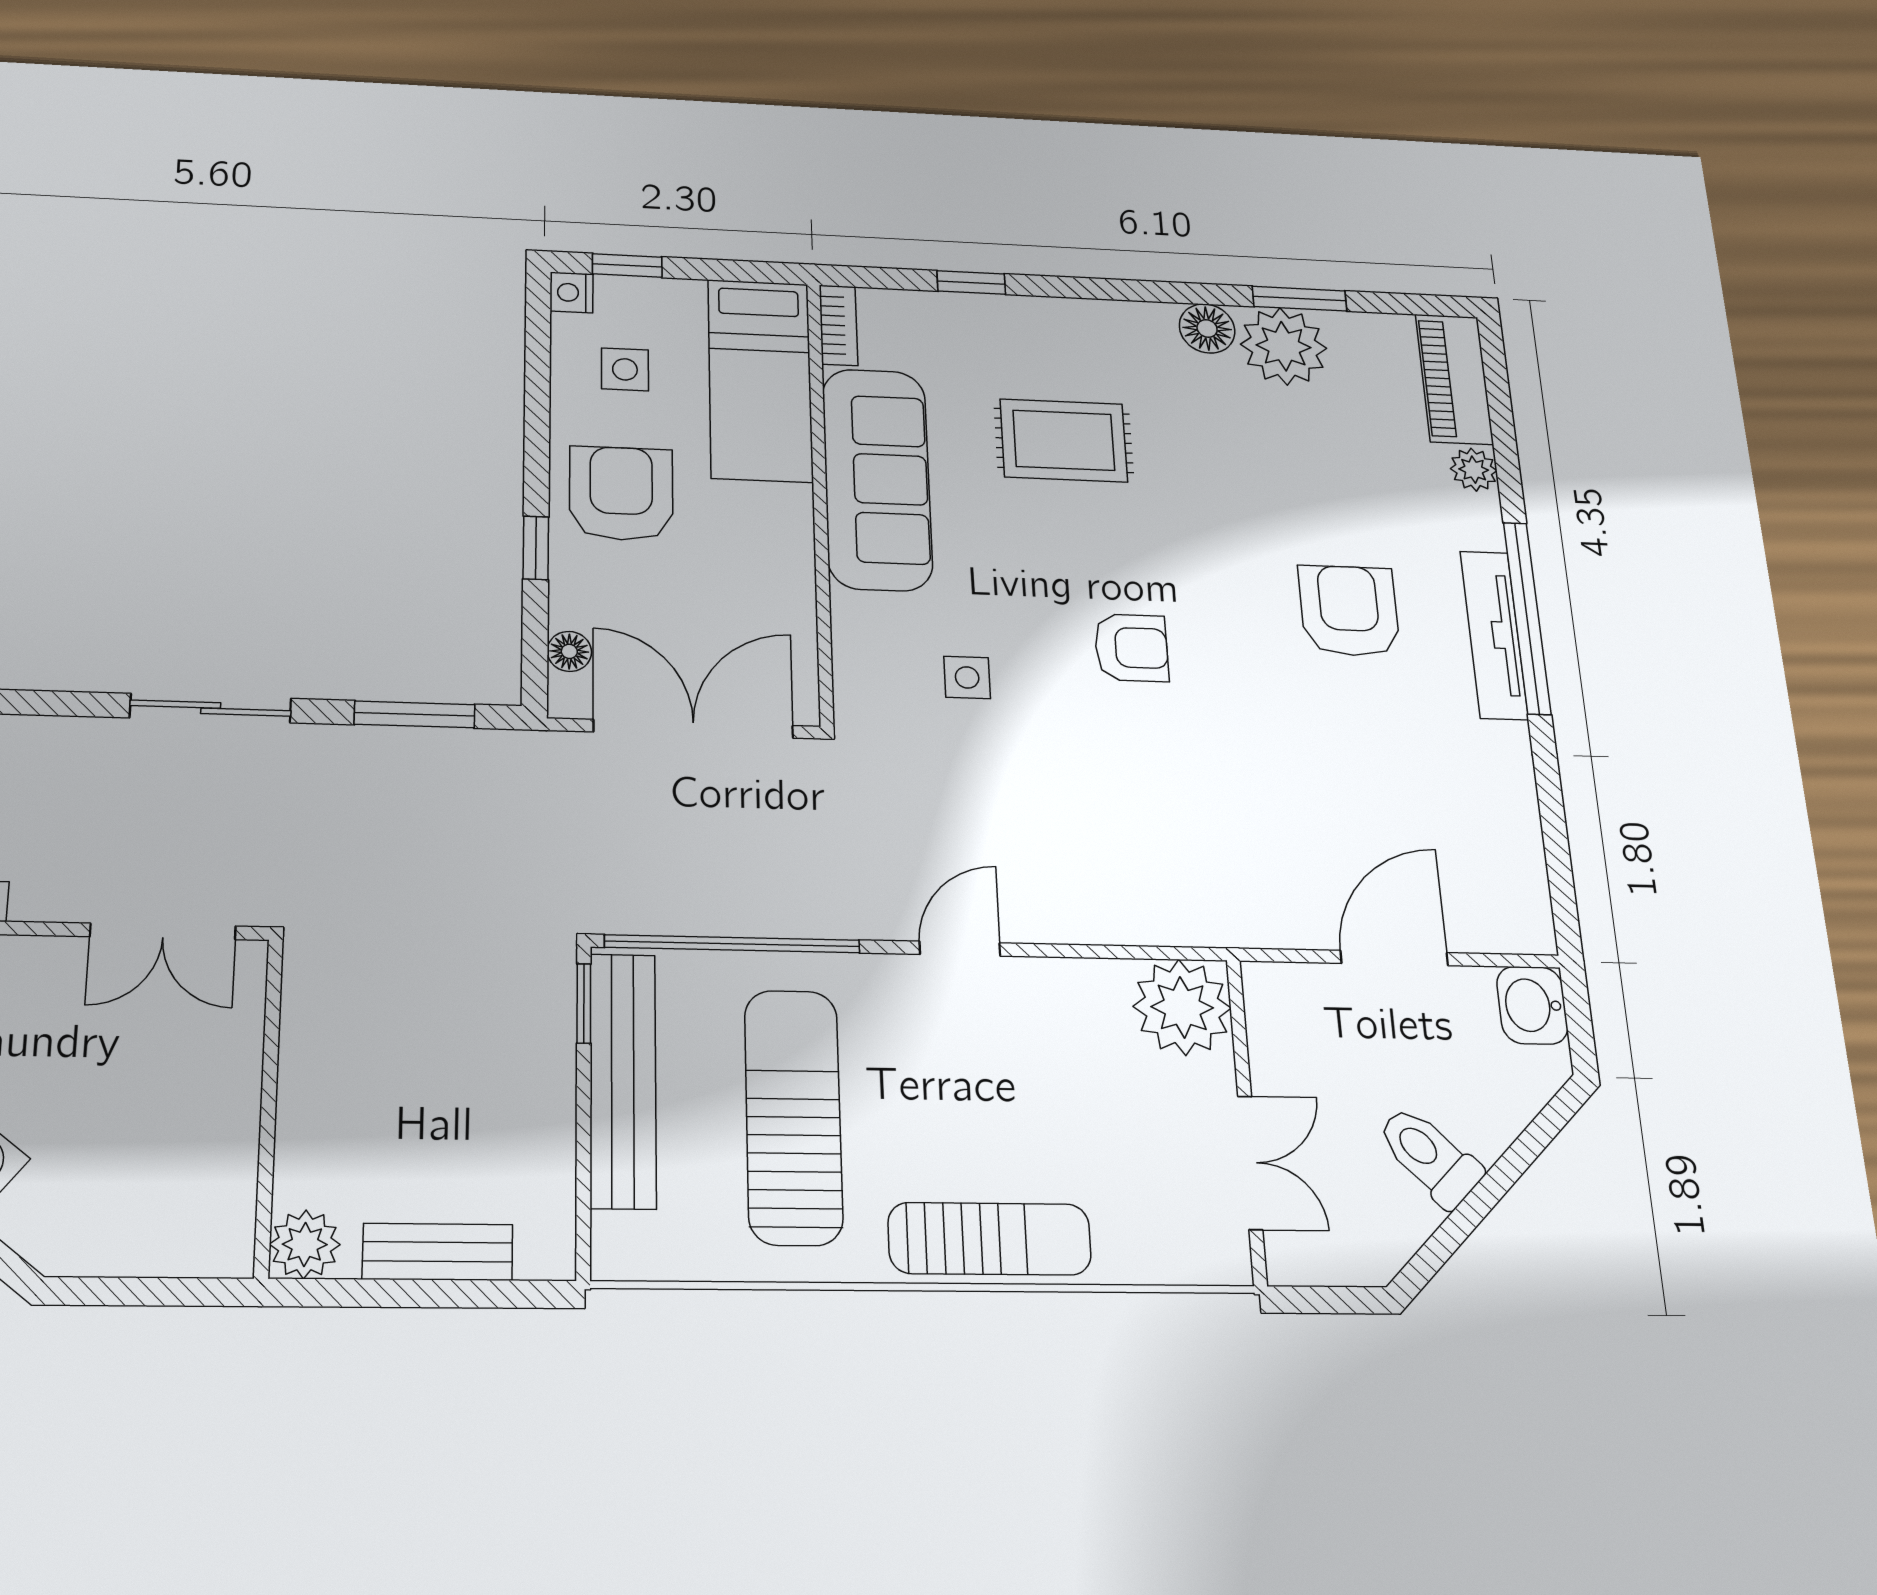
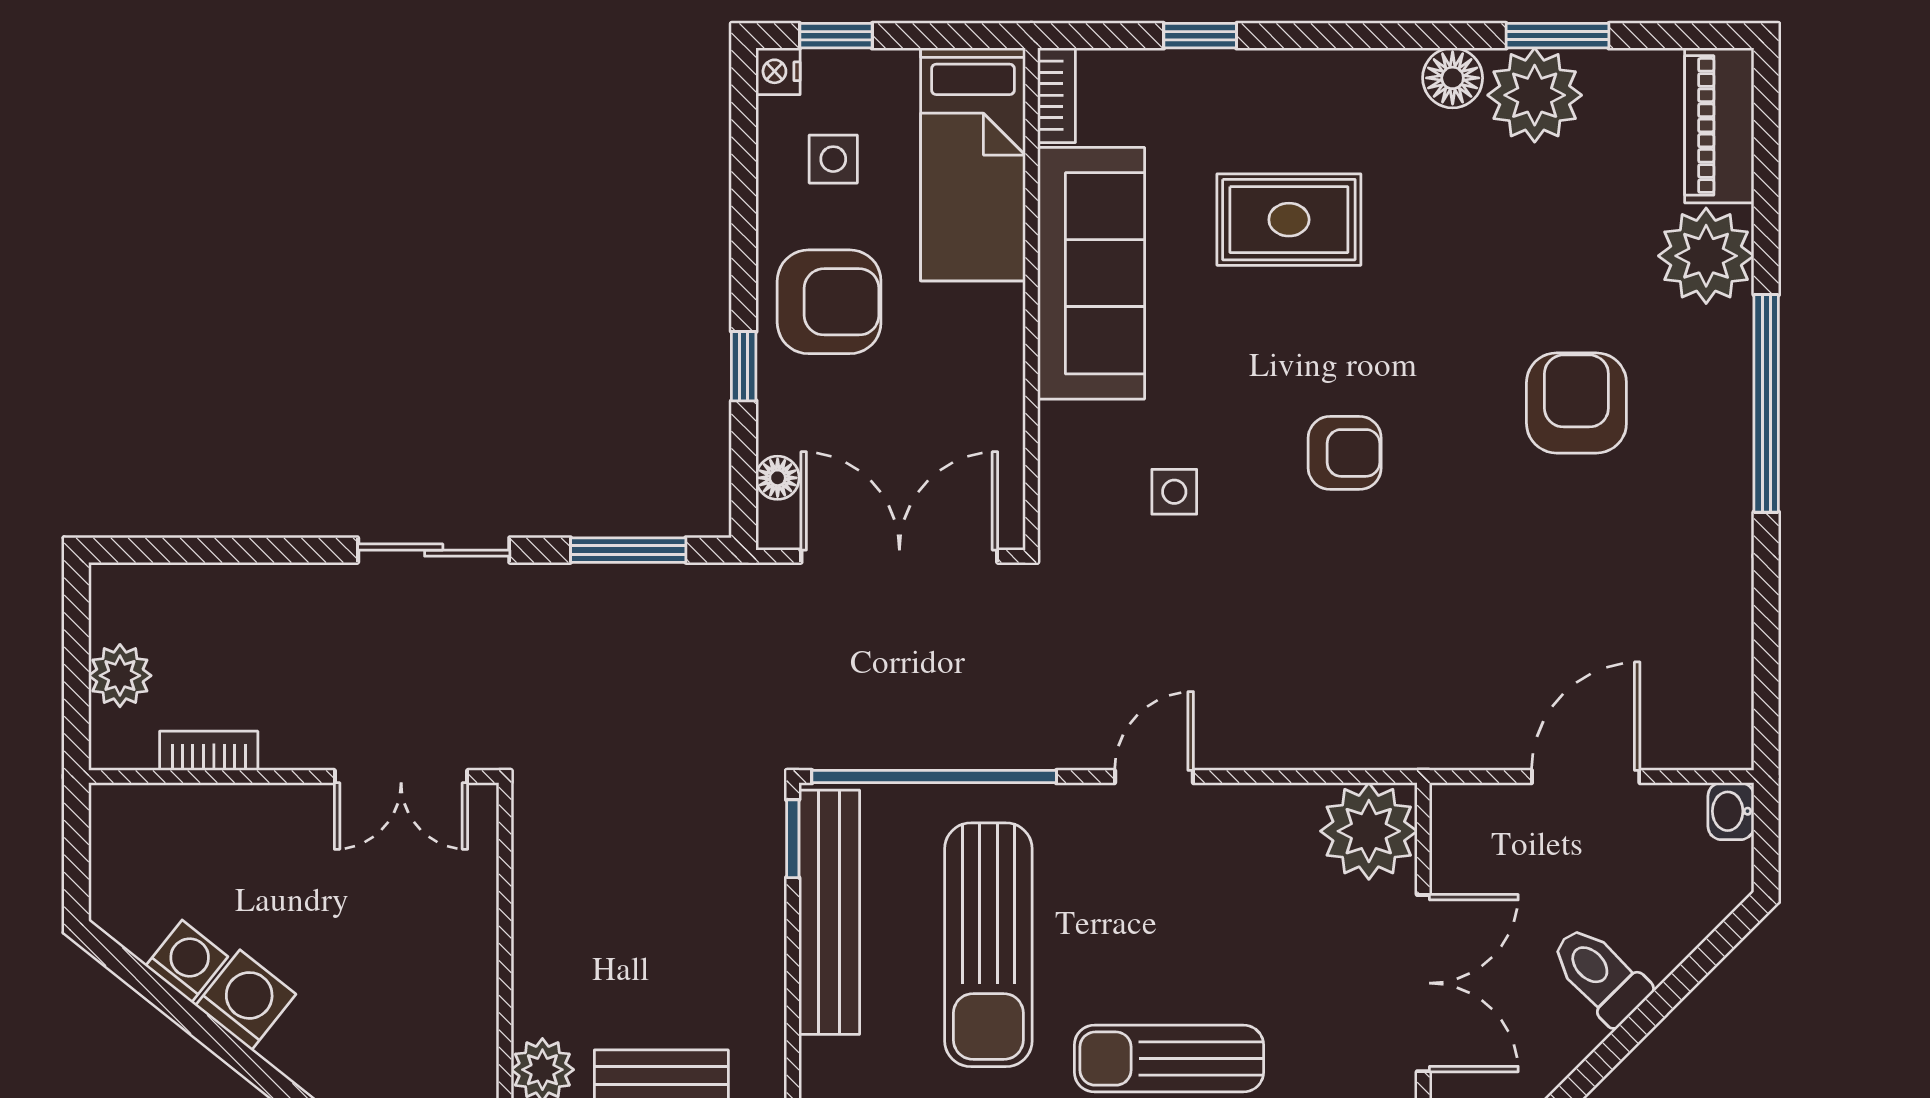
plant: (1474, 470) -> (1706, 256), width x1.87, depth x1.87
armchair: (621, 494) -> (829, 302), turned 90
tv unit: (1494, 635) -> (1728, 424), removed
washbasin: (1532, 1005) -> (1731, 811), width x0.72, depth x0.69
sun lounger: (793, 1116) -> (988, 945), turned 180
double door: (1250, 1162) -> (1423, 983), width x1.37
sun lounger: (990, 1239) -> (1169, 1059), turned 180

